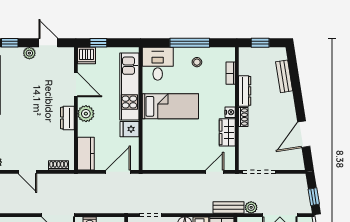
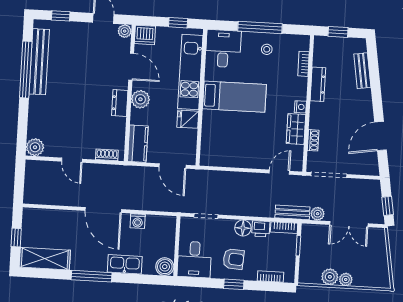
window: (98, 43) -> (178, 23), moved
plant: (29, 53) -> (125, 31), moved
shoe rack: (243, 117) -> (313, 140), moved
door: (118, 172) -> (172, 166), swing flipped

